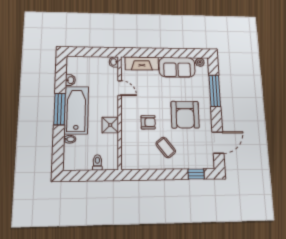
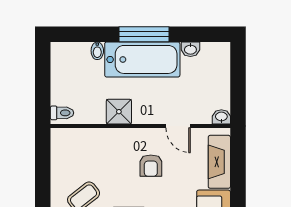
door: (120, 88) -> (178, 126), hinge flipped
armchair: (148, 122) -> (151, 166), moved
toilet: (97, 162) -> (62, 113), moved

